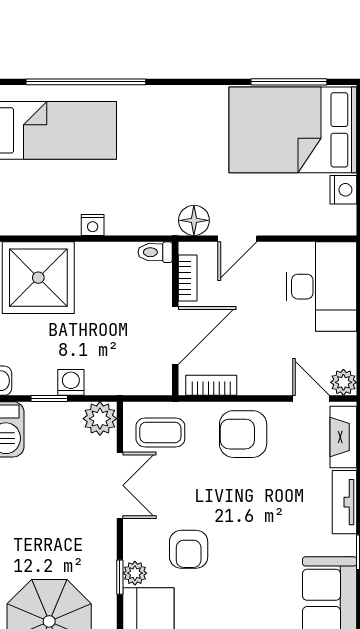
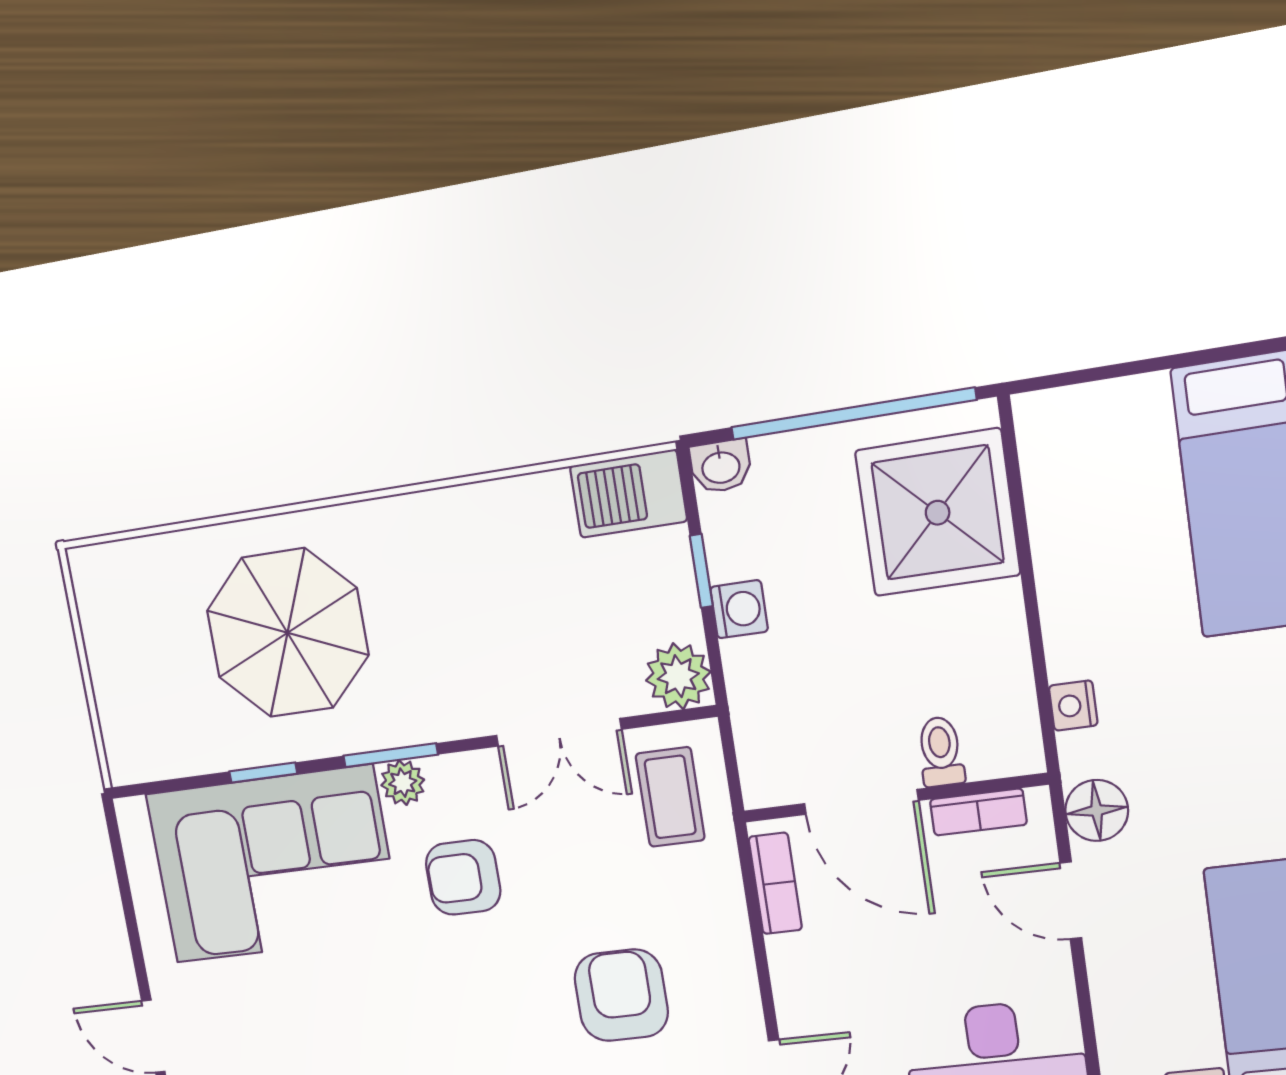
nightstand: (93, 225) -> (1073, 706), moved
toilet: (155, 252) -> (941, 752), moved
armchair: (243, 434) -> (621, 995), moved
window: (120, 577) -> (391, 755), width x1.50

